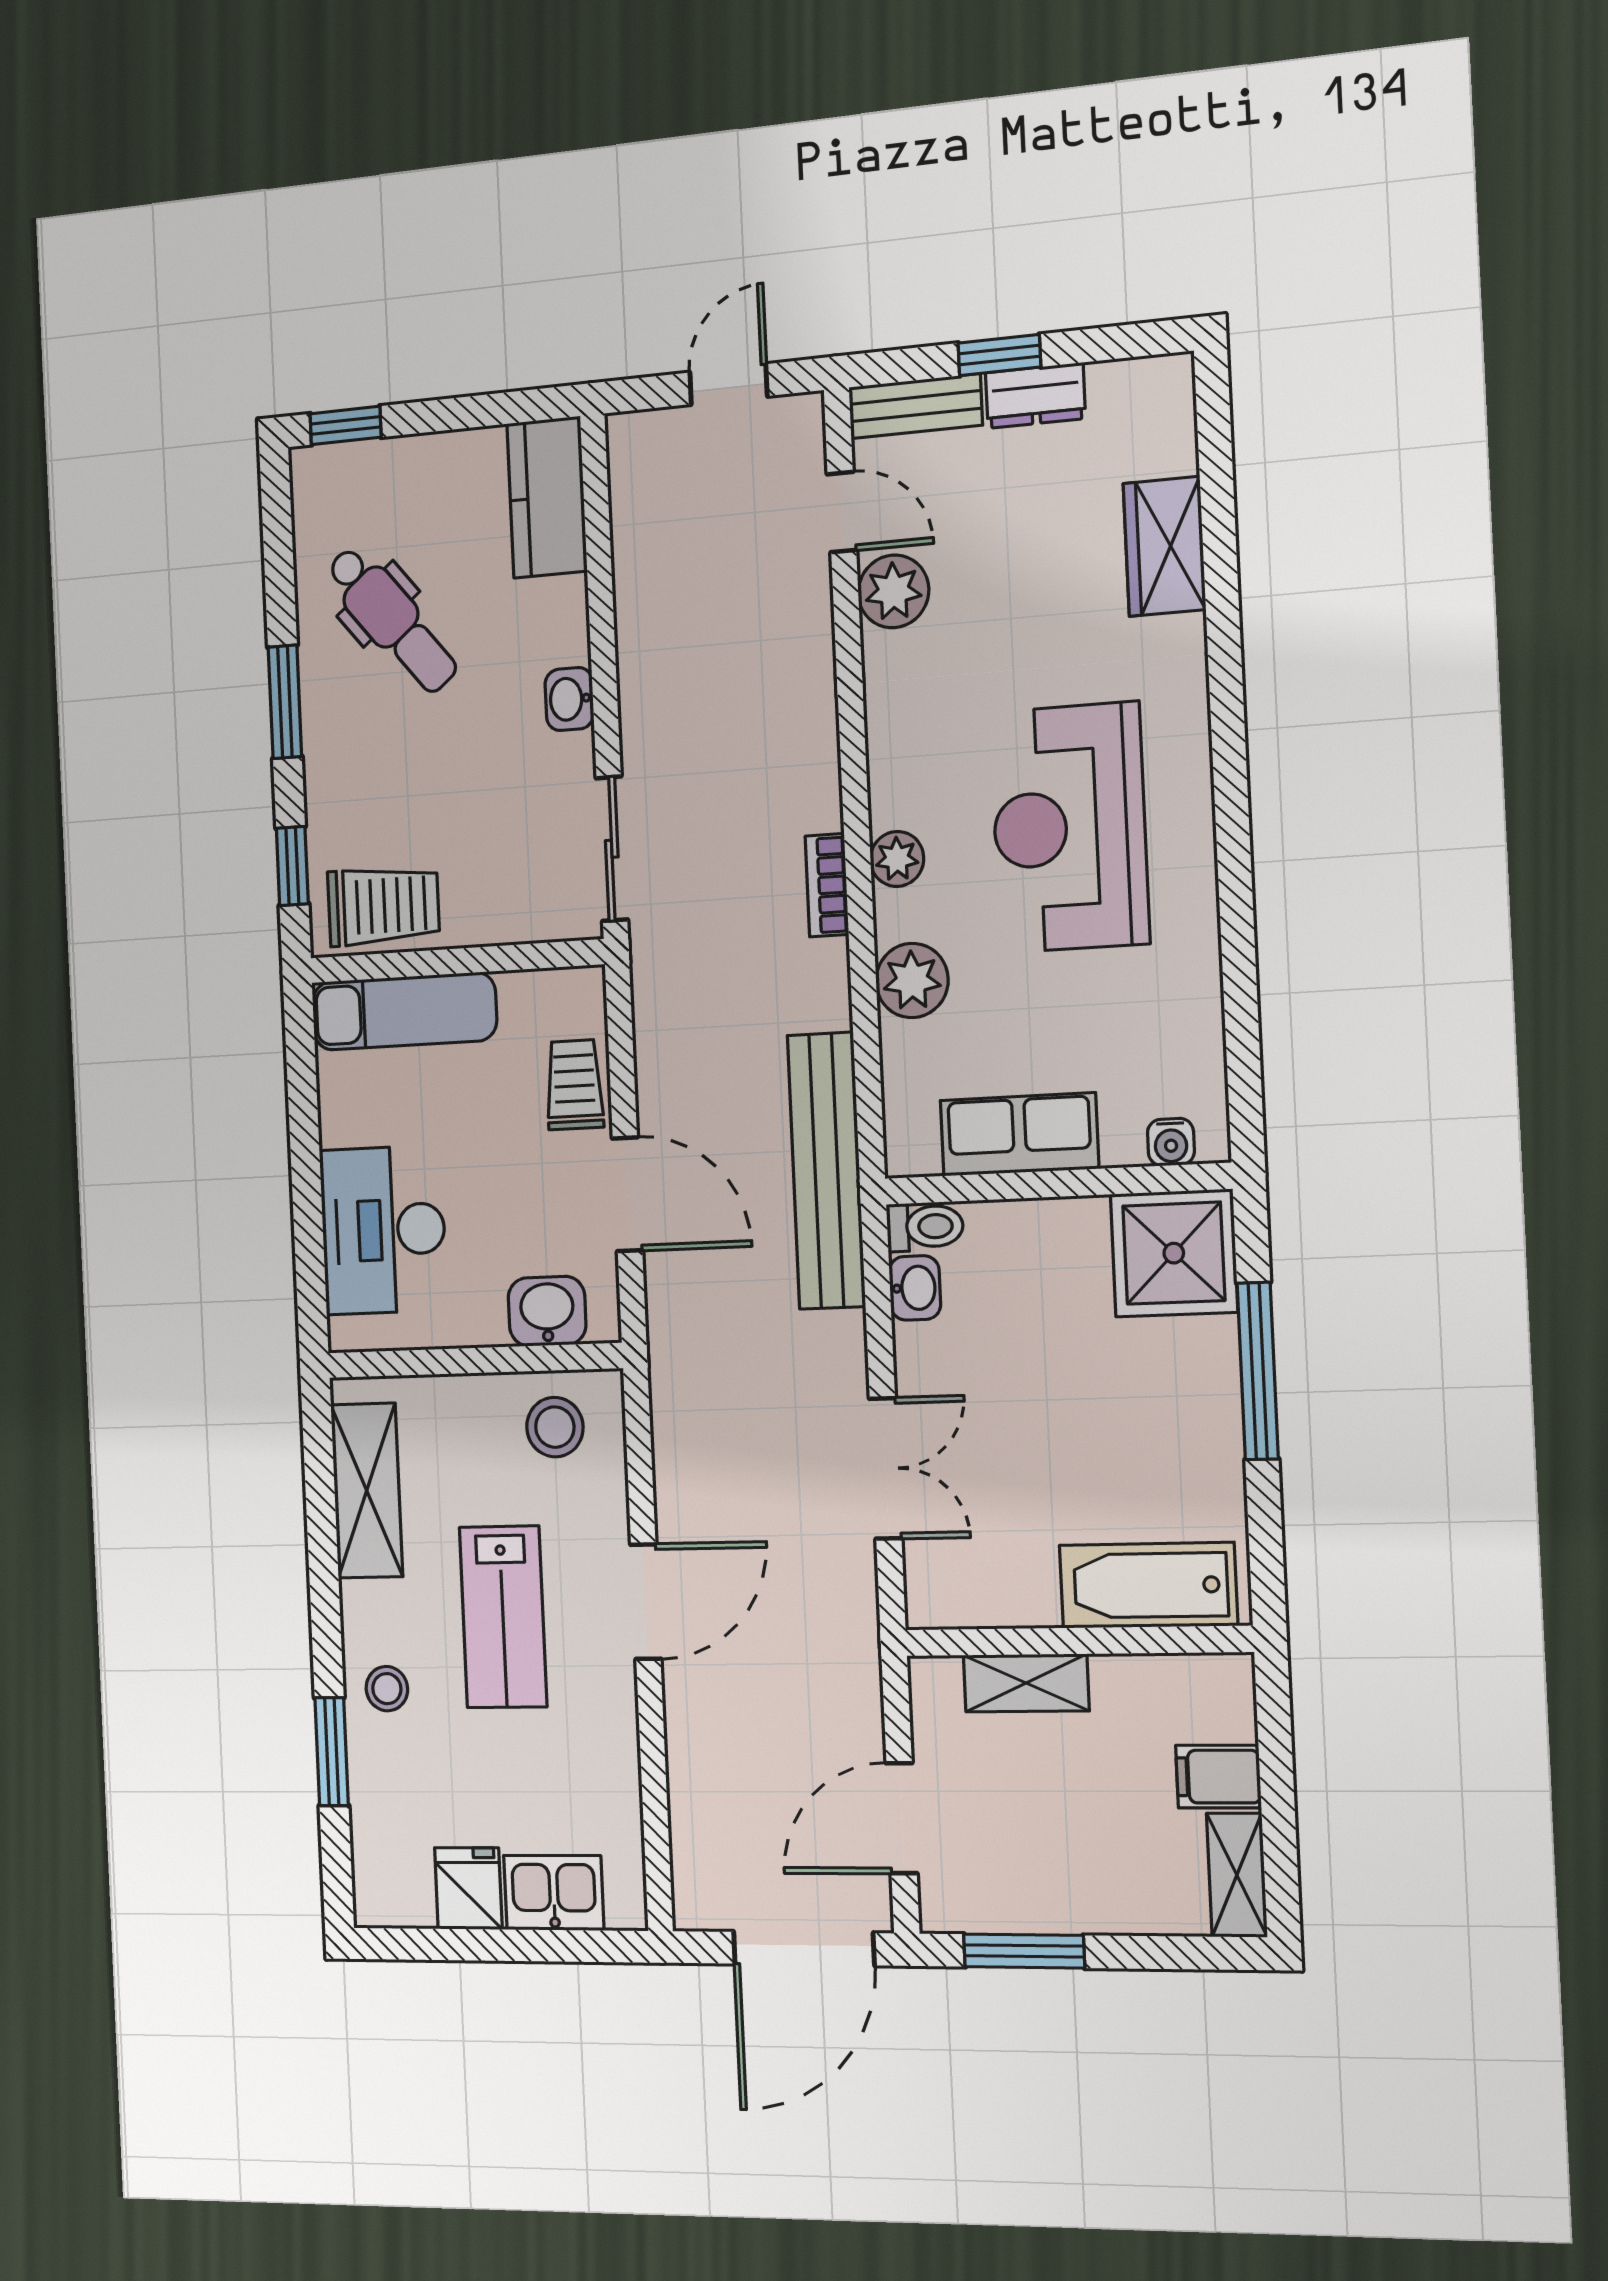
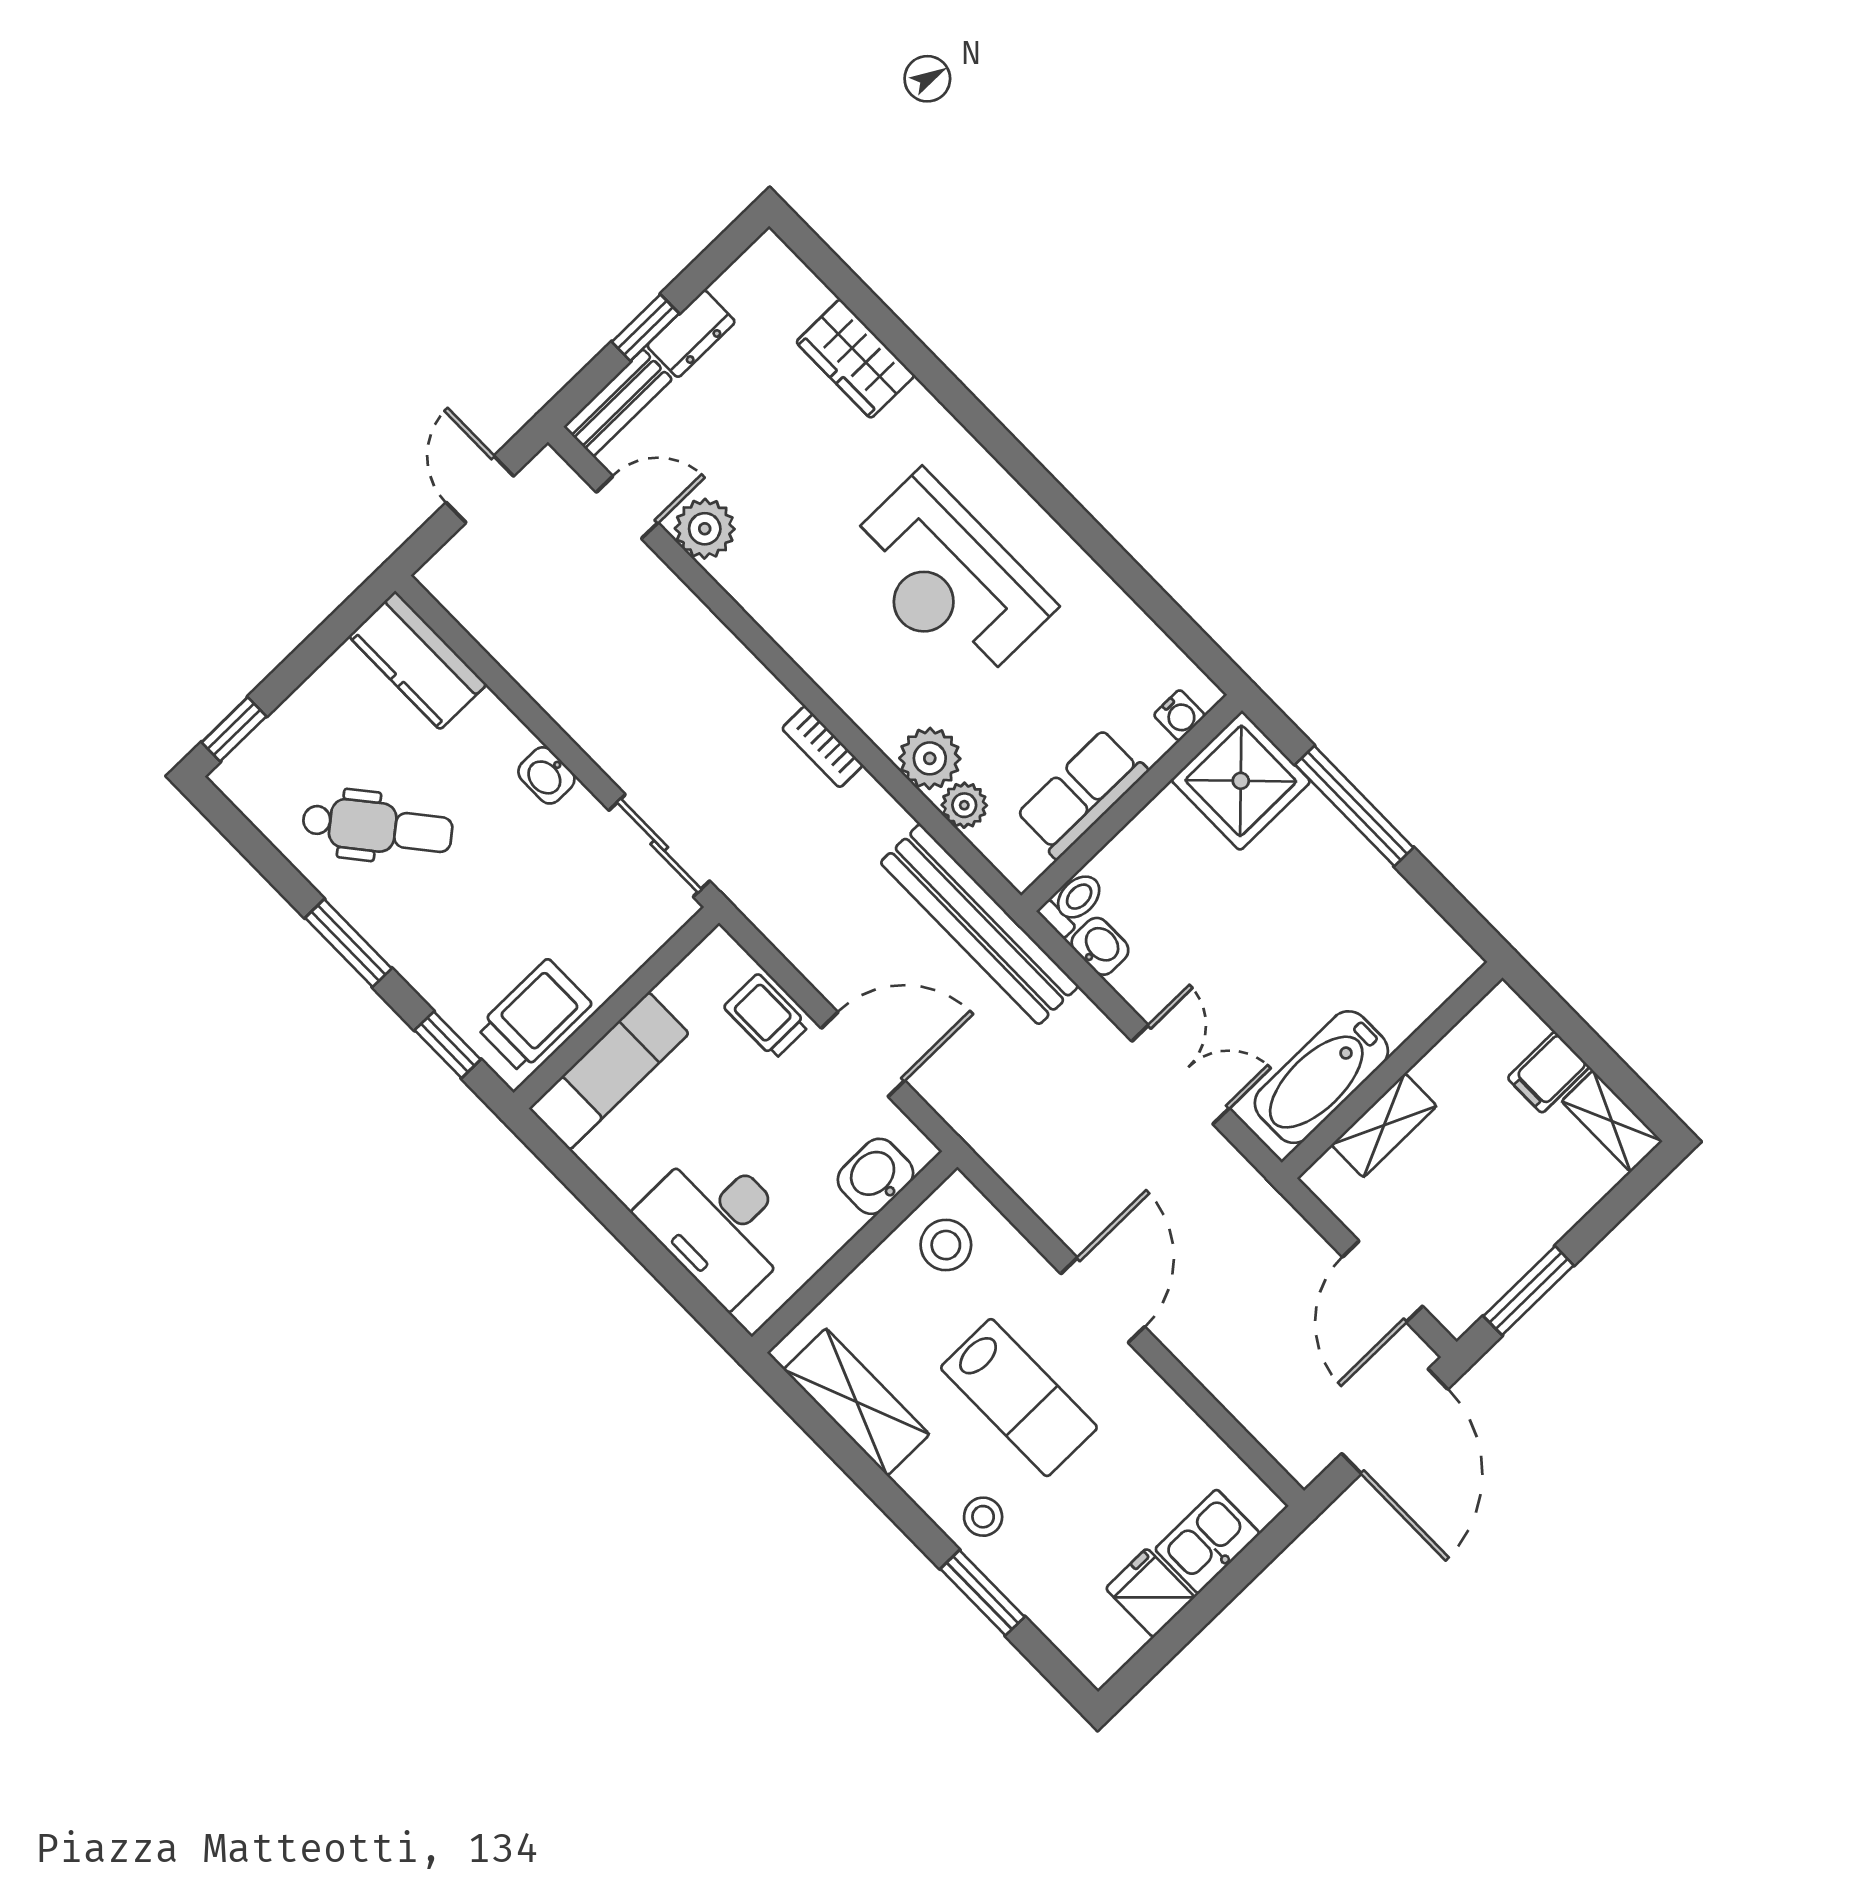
plant: (897, 859) -> (964, 805), moved
bathtub: (1148, 1585) -> (1321, 1077), moved

